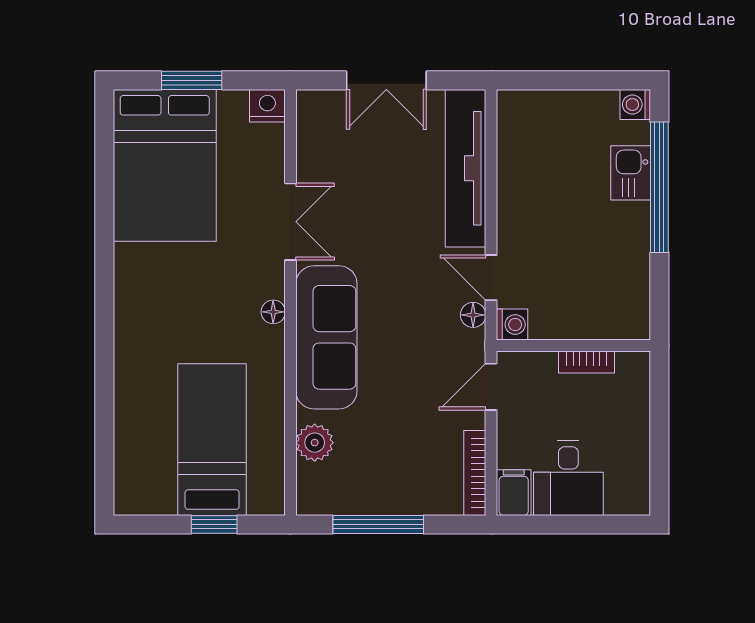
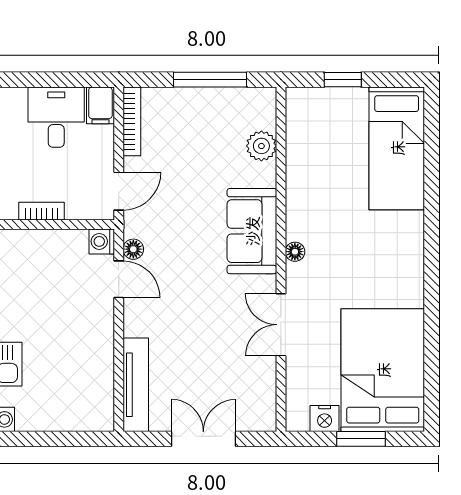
nightstand: (267, 106) -> (325, 418), moved
tv unit: (466, 168) -> (136, 385), width x0.73, depth x0.78
sofa: (326, 337) -> (252, 231), width x0.73
bed: (212, 440) -> (397, 148), moved

